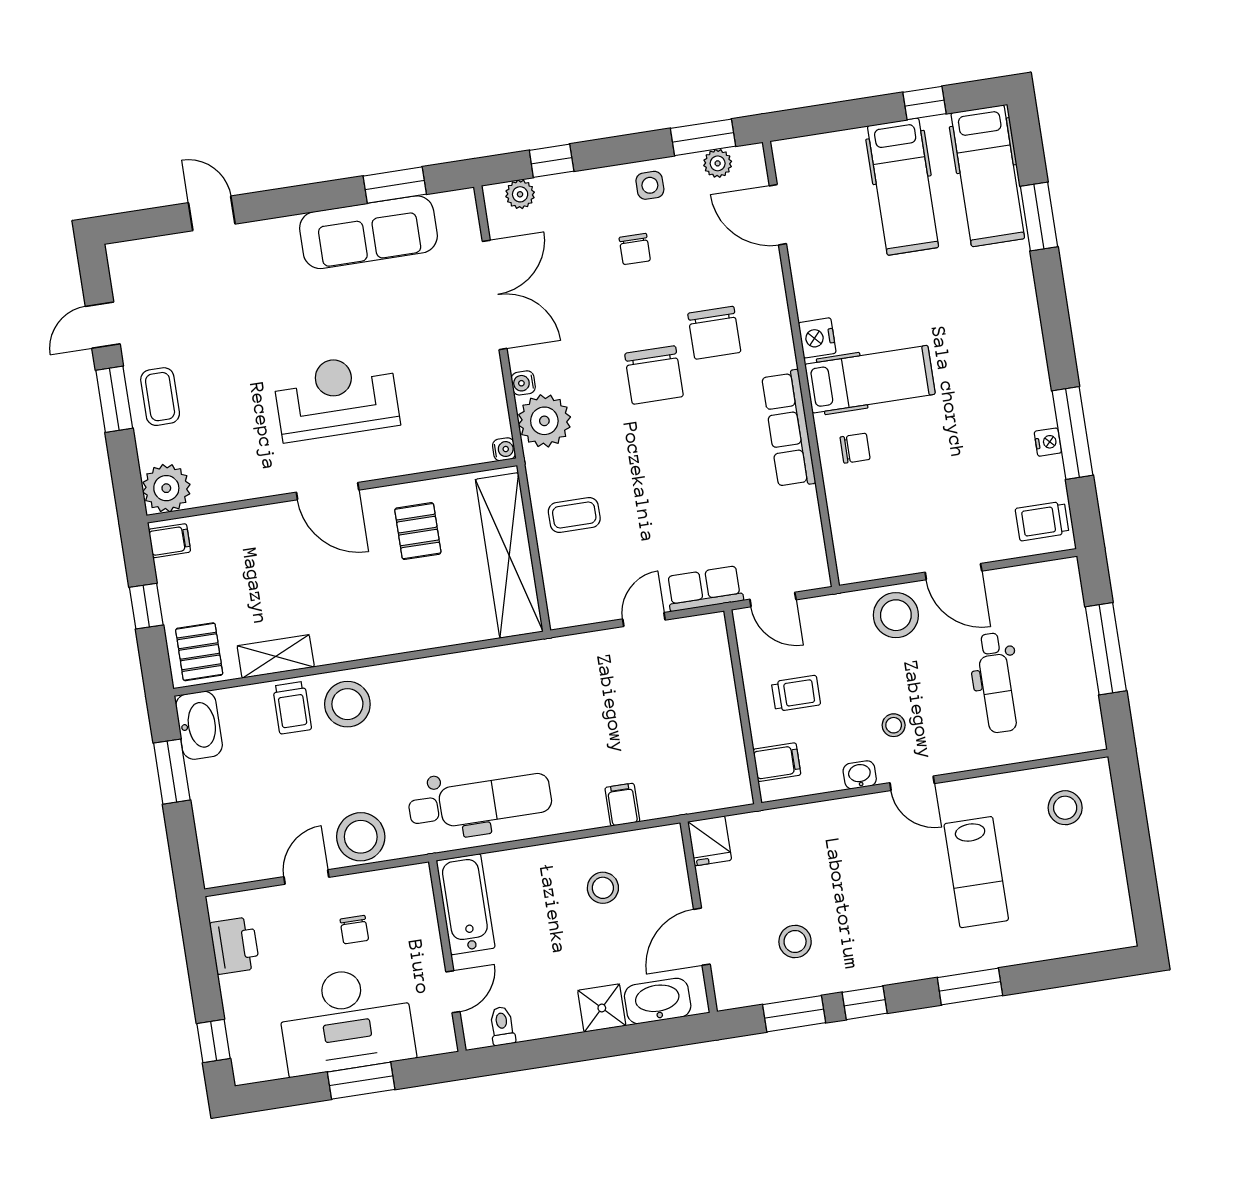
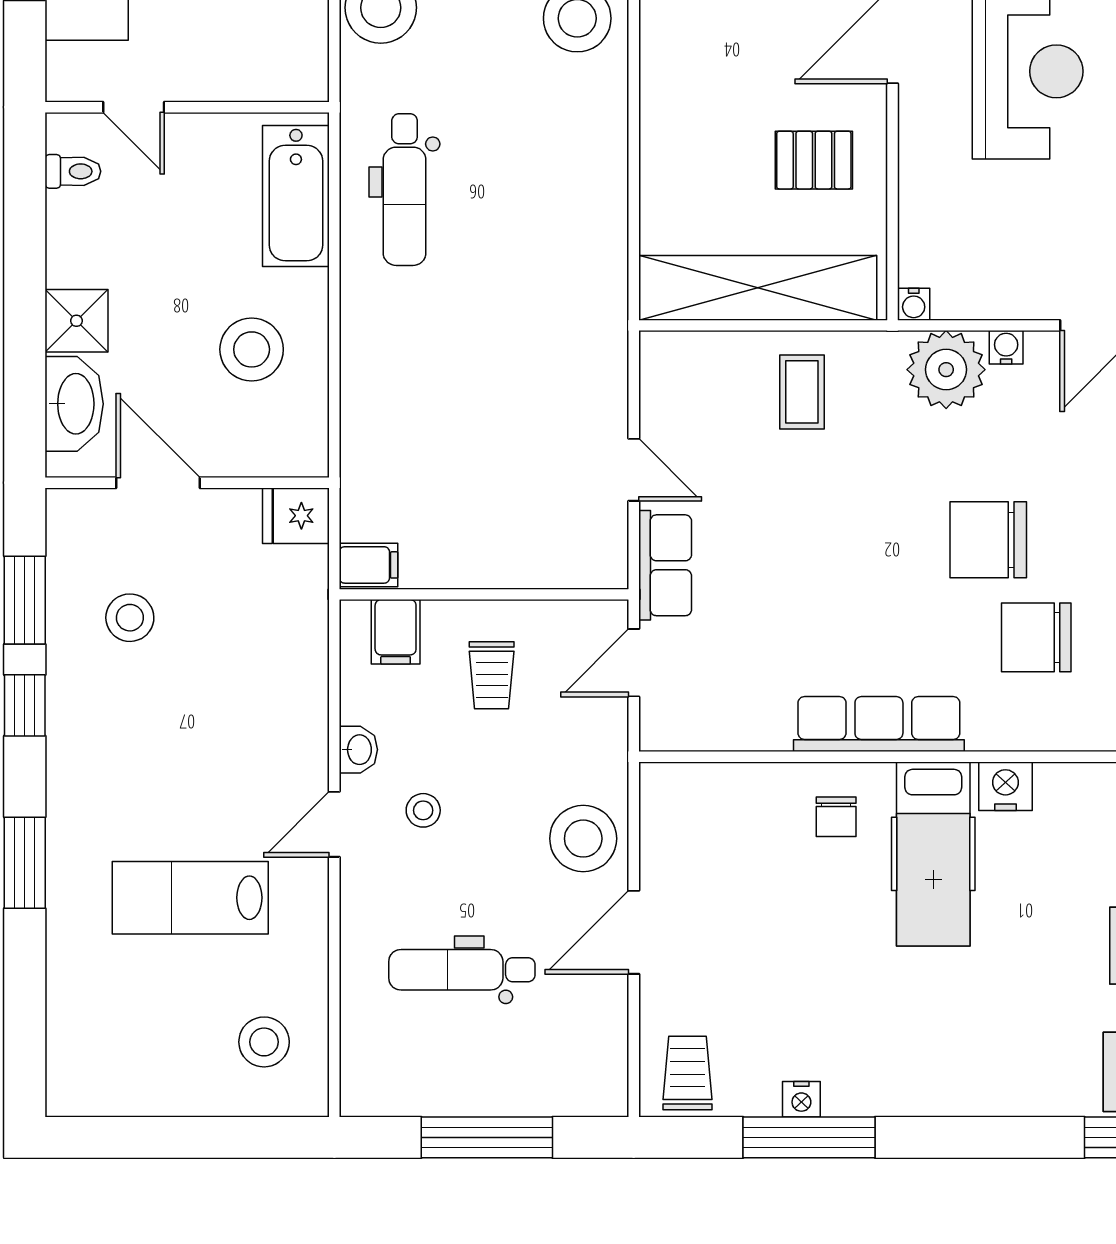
dental chair: (480, 802) -> (405, 190), width x0.73, depth x0.72
filing cabinet: (622, 805) -> (369, 565), moved
stool: (603, 888) -> (252, 349), width x1.38, depth x1.38
bathtub: (466, 904) -> (296, 196), moved, turned 90

